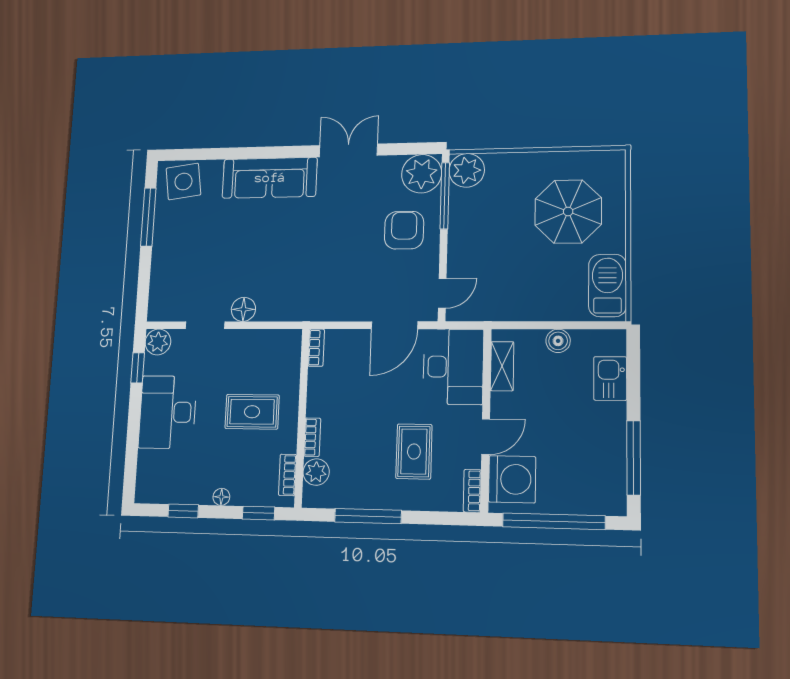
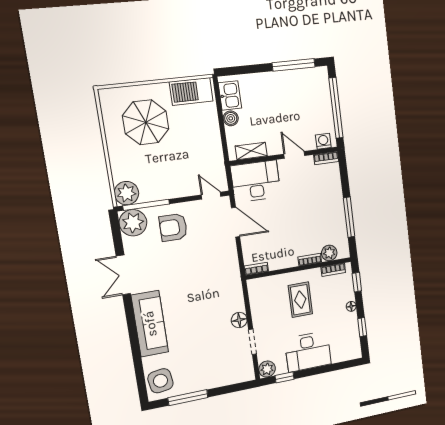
kitchen sink: (610, 378) -> (230, 96), moved, turned -90
rug: (414, 452) -> (309, 197), removed
washing machine: (512, 479) -> (323, 141), width x0.53, depth x0.53

